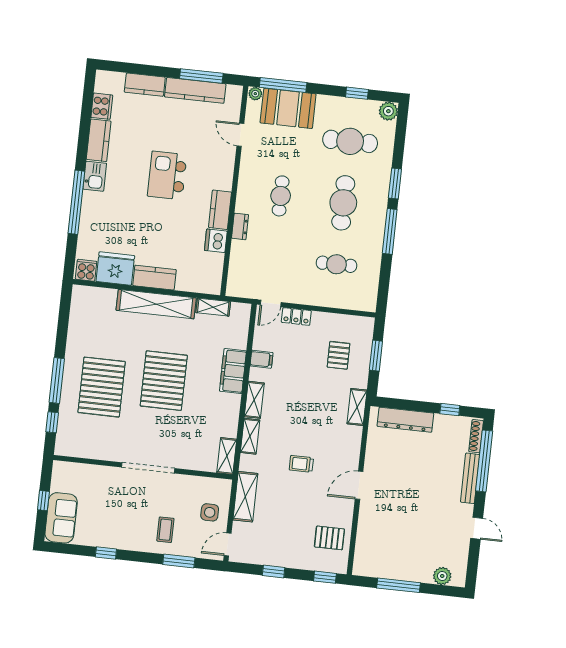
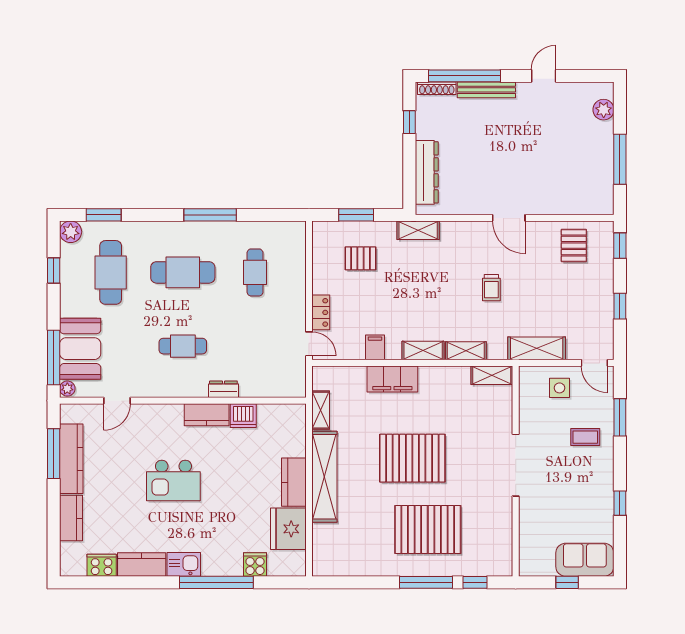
window: (395, 184) -> (104, 215), moved
cooker: (86, 270) -> (255, 565), moved, turned 90

